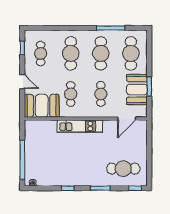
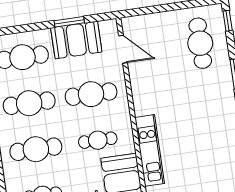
cafe table: (101, 94) -> (91, 94), width x1.37, depth x1.35
kitchen unit: (80, 126) -> (150, 150), moved

